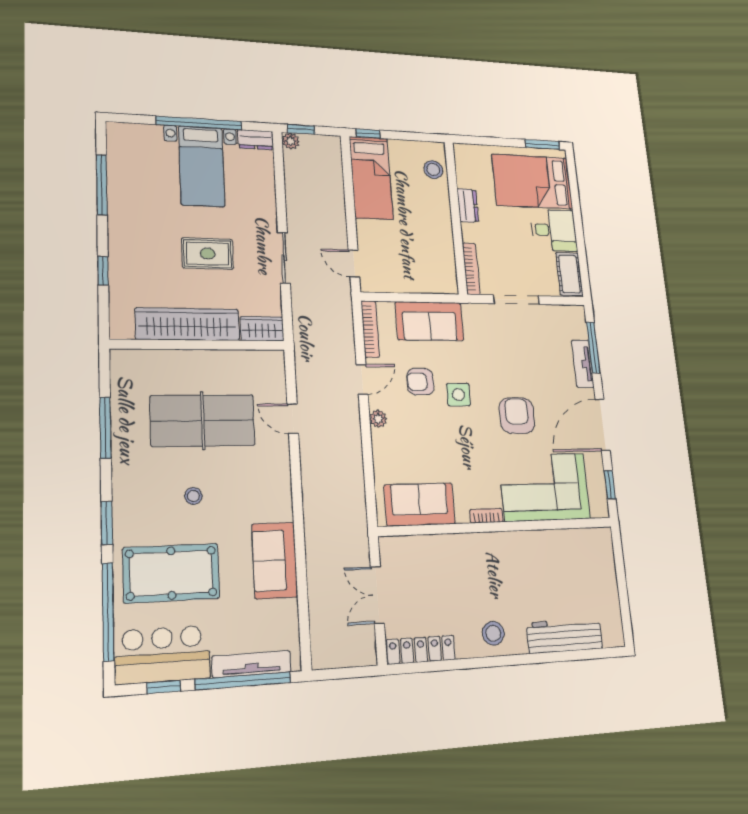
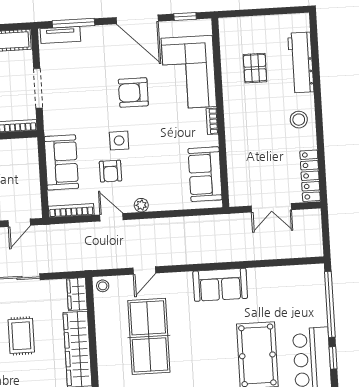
tv unit: (583, 364) -> (60, 35), moved
stool: (193, 496) -> (103, 286), moved
sofa: (275, 560) -> (220, 285), moved
pallet: (554, 574) -> (255, 68), added
tv unit: (252, 664) -> (319, 299), removed

